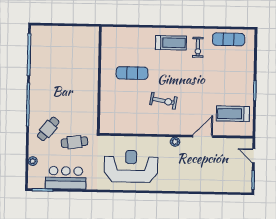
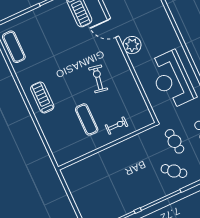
exercise bike: (198, 47) -> (117, 126), moved
plant: (175, 142) -> (132, 45), width x1.88, depth x1.88

